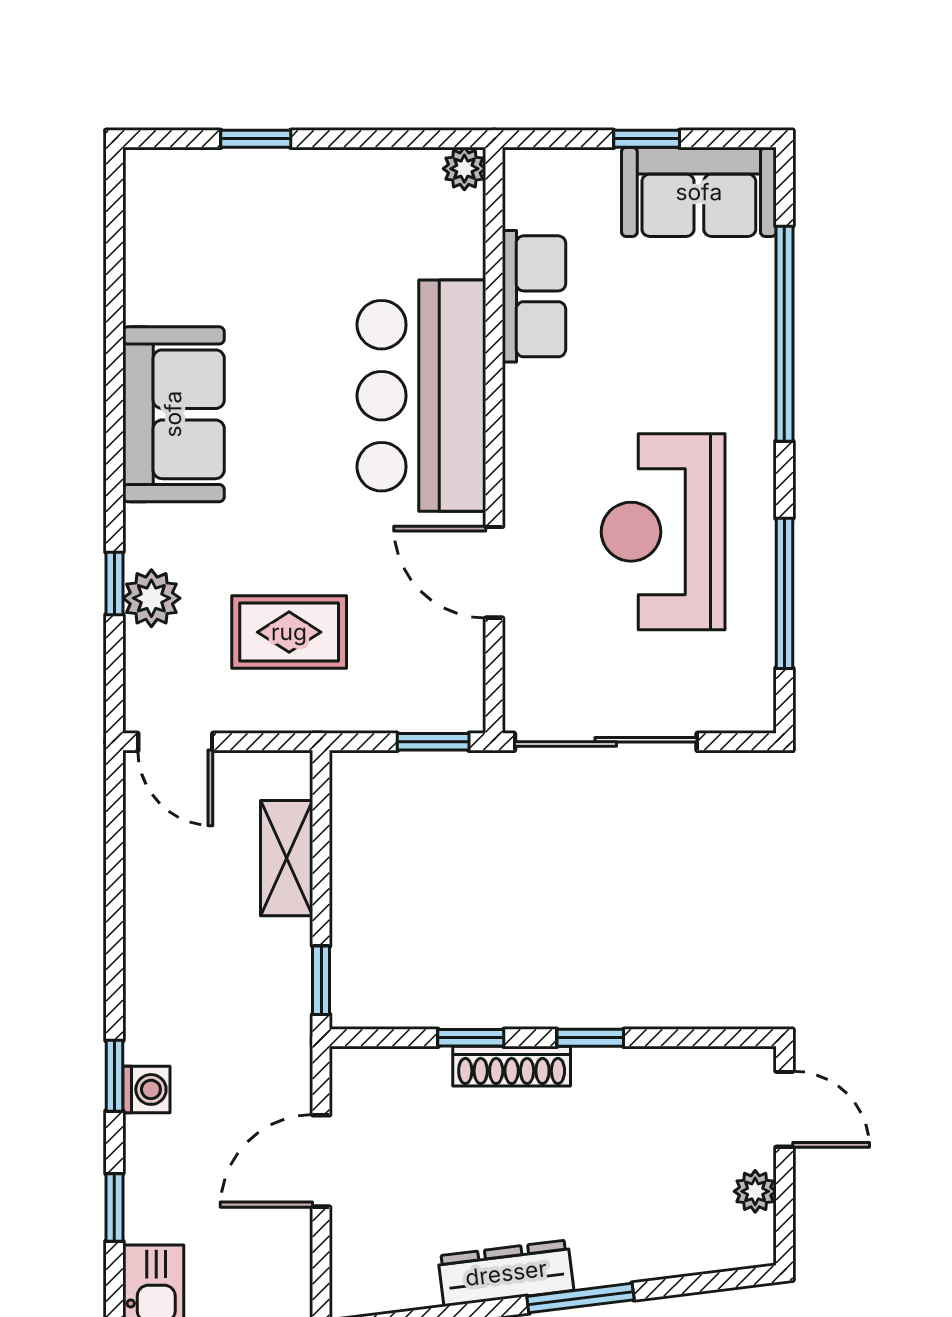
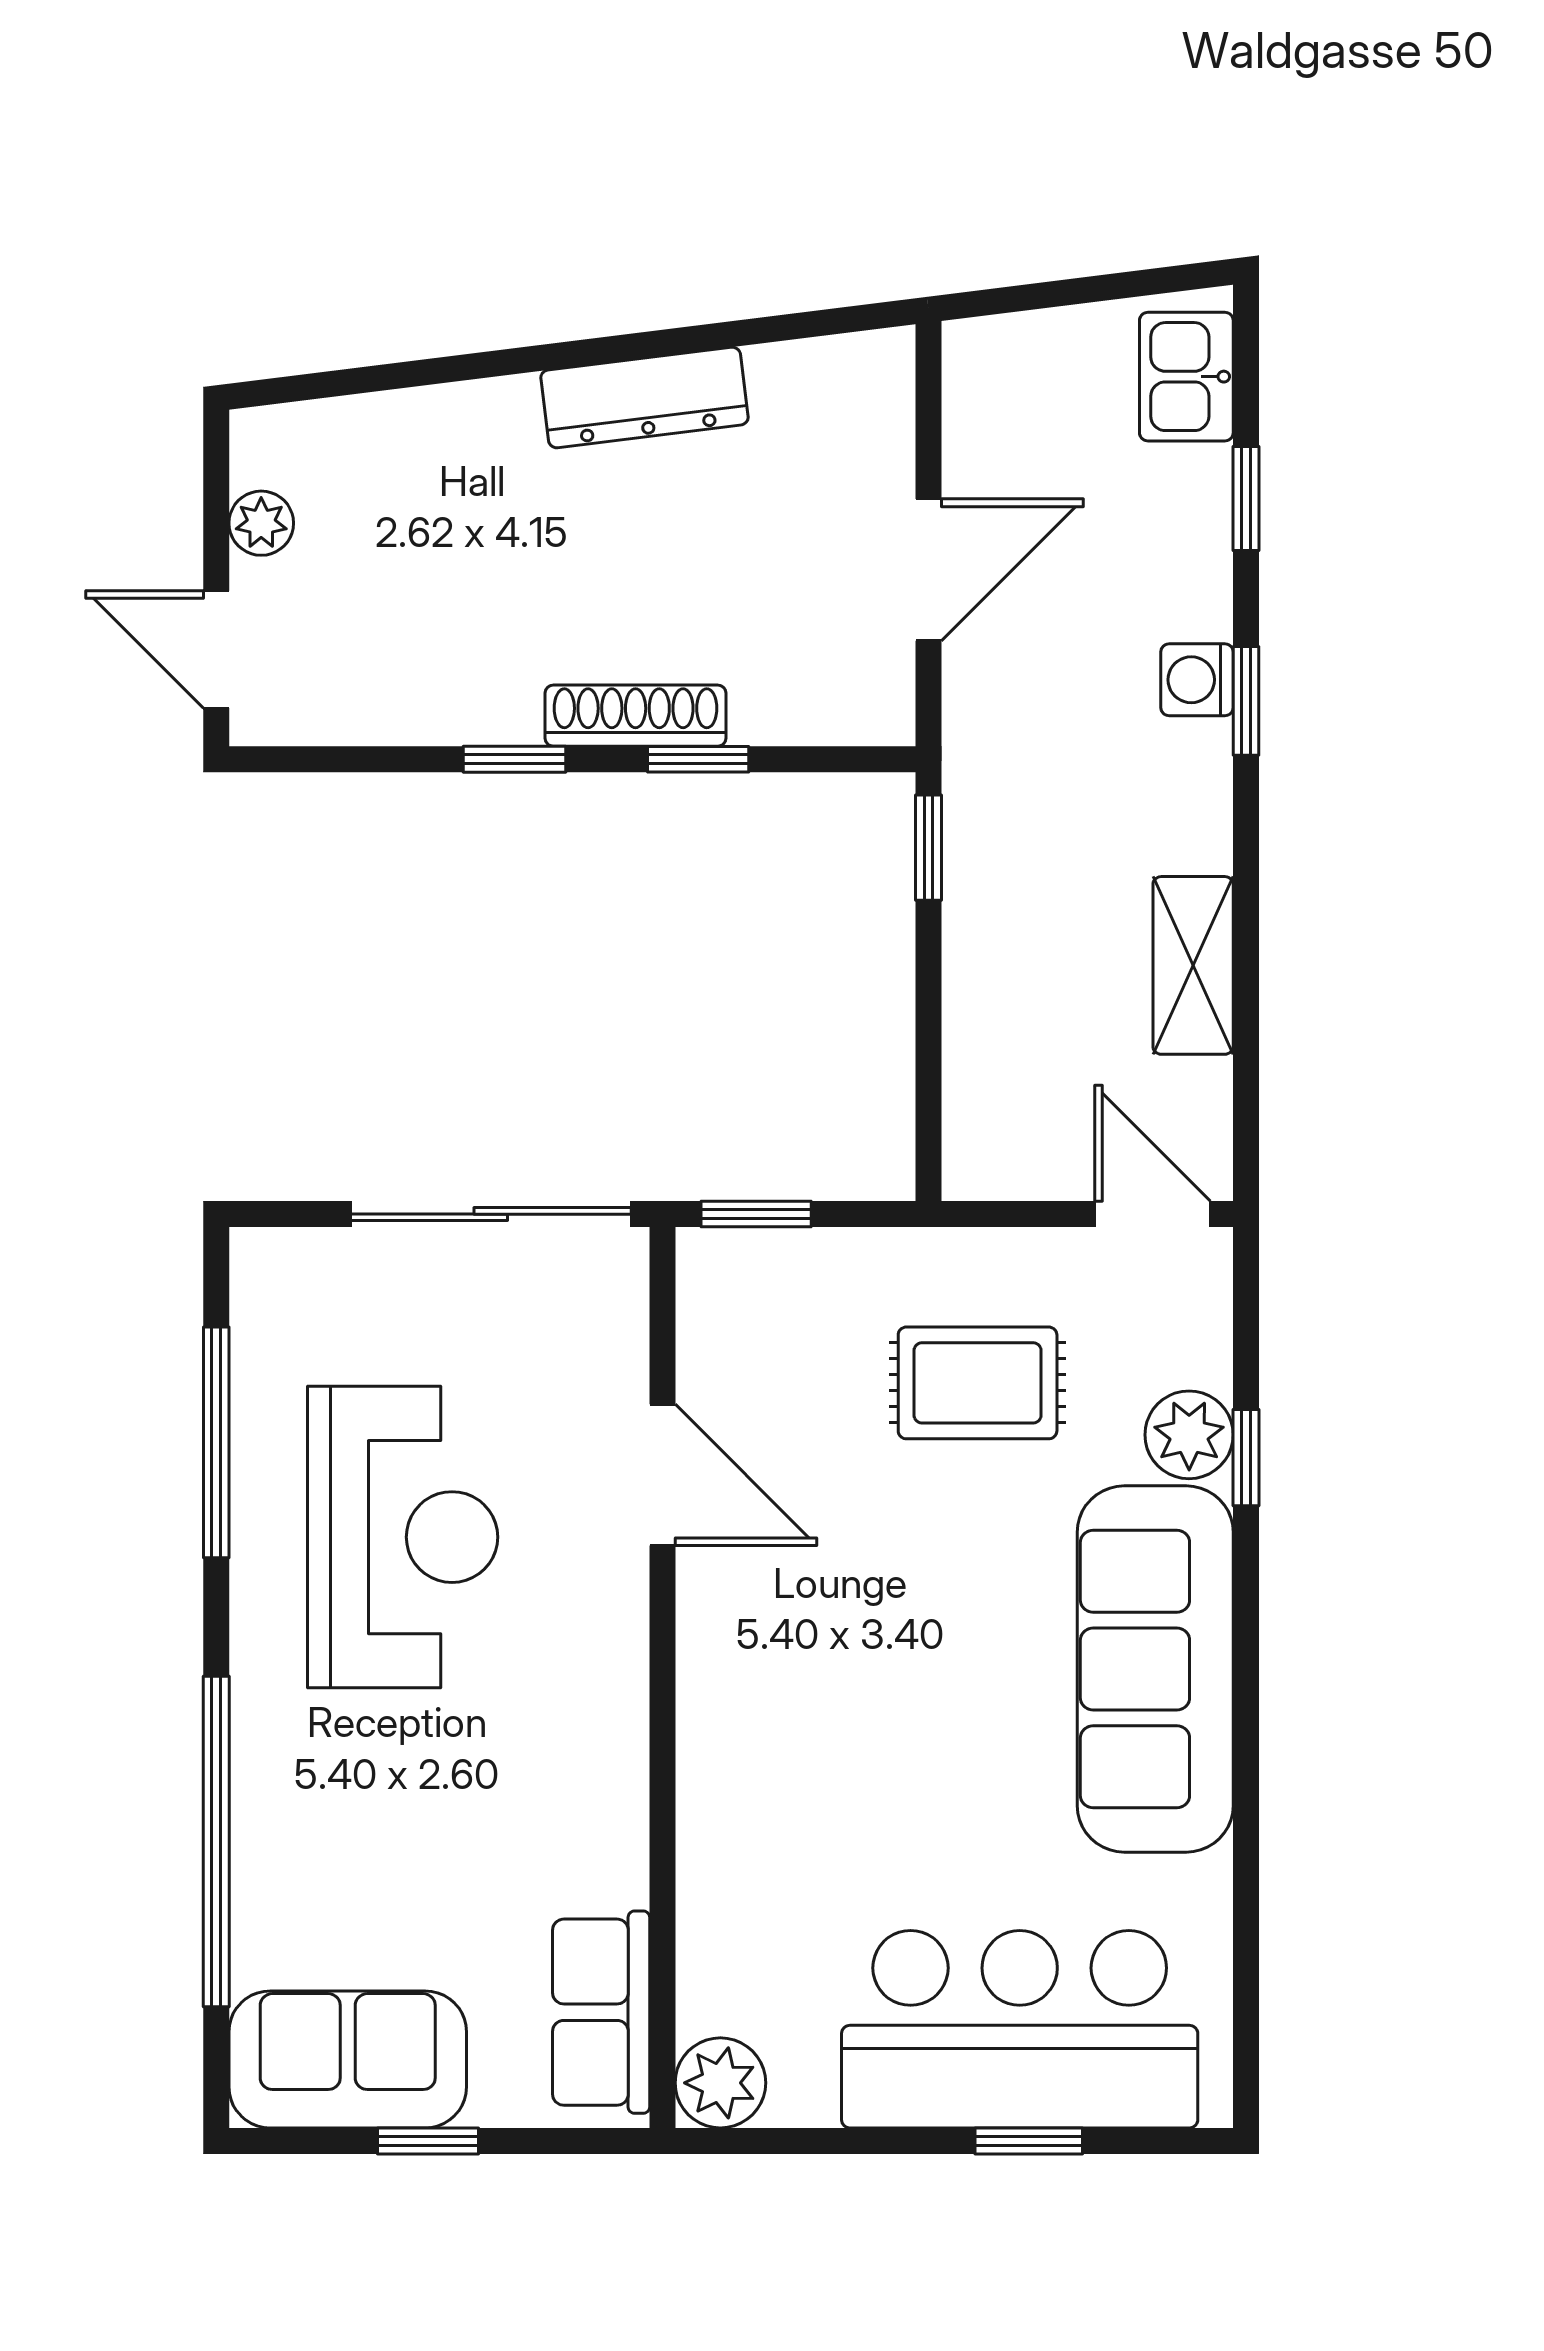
plant: (464, 169) -> (720, 2083), width x1.38, depth x1.38
row of seats: (534, 296) -> (601, 2012), moved
bar counter: (421, 396) -> (1020, 2029), moved, turned -90
sofa: (173, 414) -> (1155, 1669), width x1.36
shelving: (287, 858) -> (1193, 965), moved
window: (580, 1298) -> (530, 359), removed

